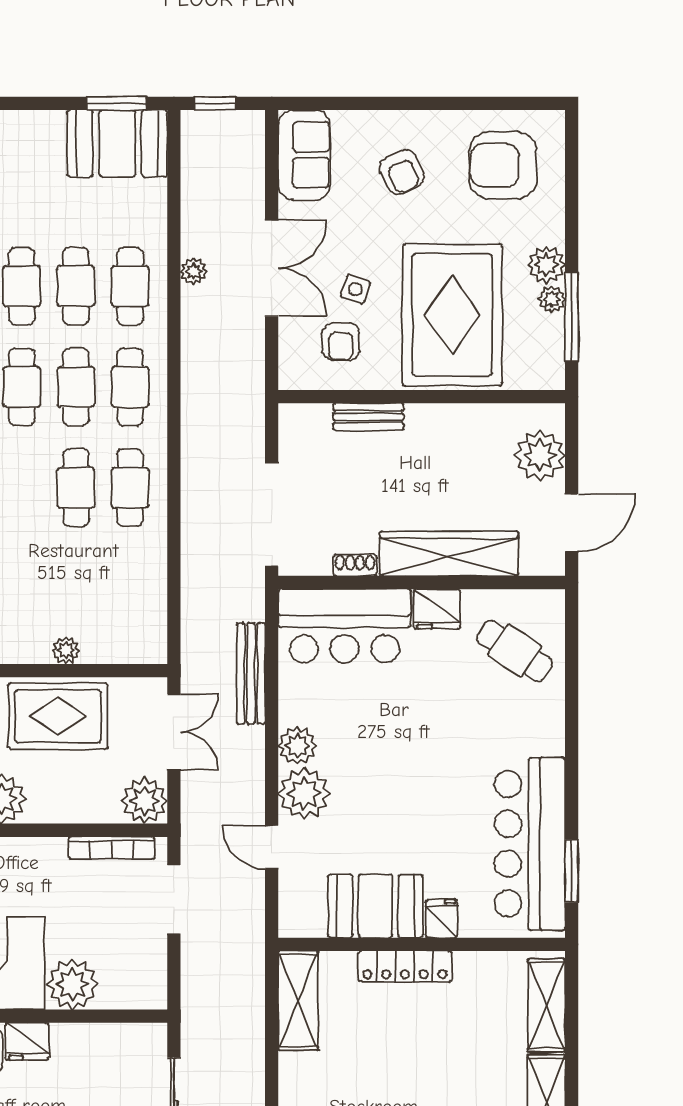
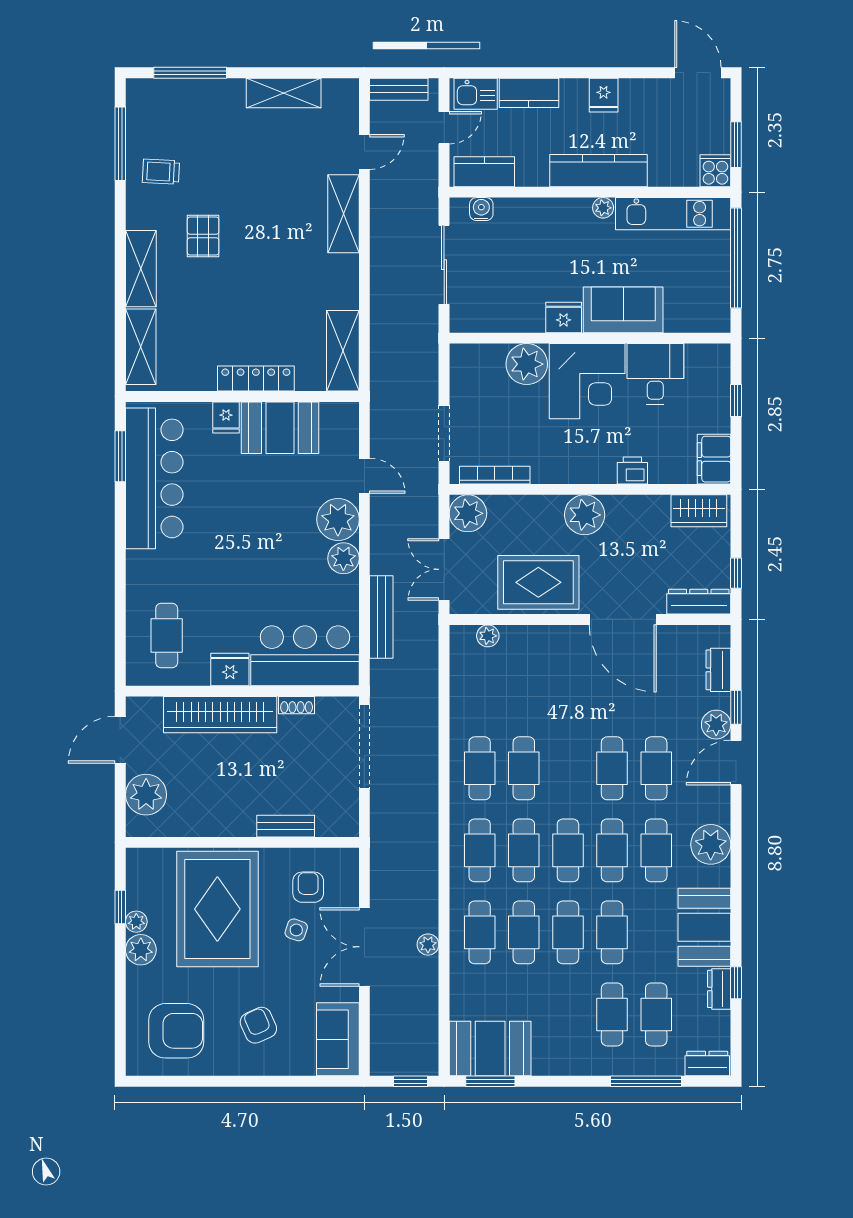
window: (572, 317) -> (120, 907), width x0.46
plant: (66, 650) -> (488, 636), moved
cafe table: (515, 651) -> (167, 636), turned 56

